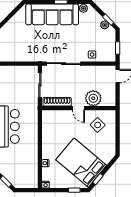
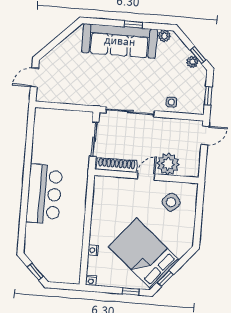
door: (78, 108) -> (146, 176), swing flipped

